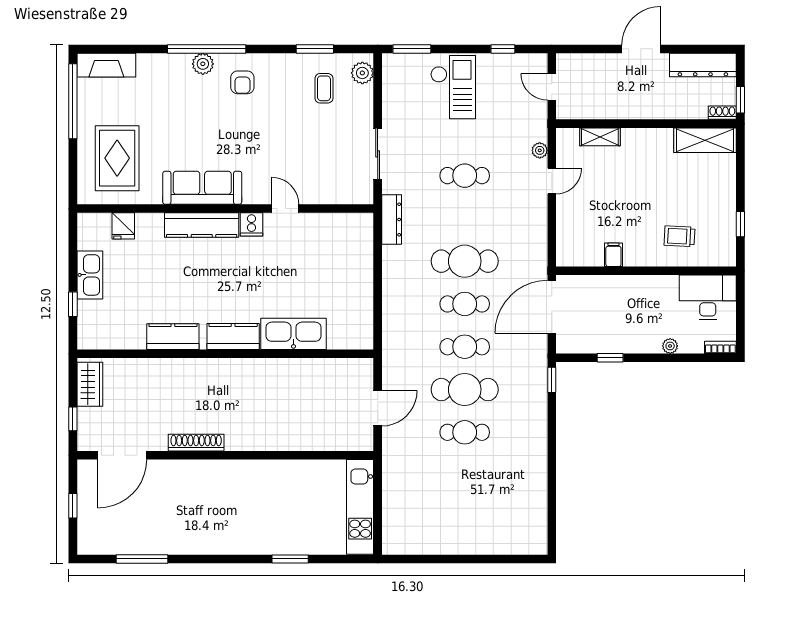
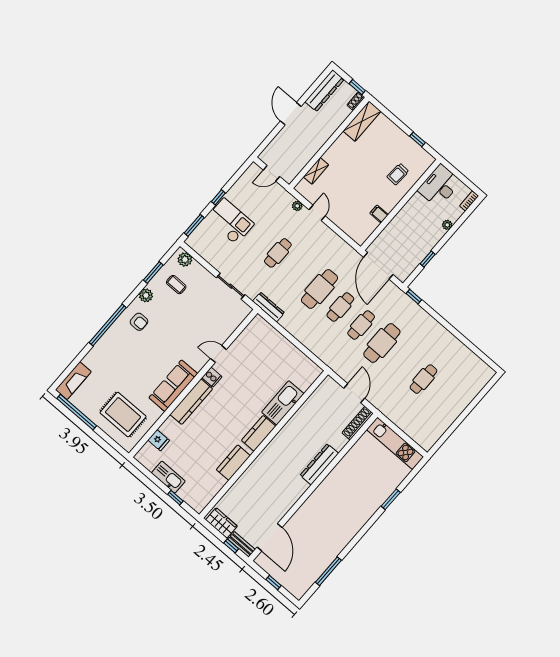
window: (503, 49) -> (218, 197), moved
plant: (203, 64) -> (146, 295), moved
bench: (85, 430) -> (242, 544), added
cafe table: (465, 432) -> (423, 379), moved
dresser: (258, 439) -> (319, 464), added
shoe rack: (196, 443) -> (358, 423), moved

